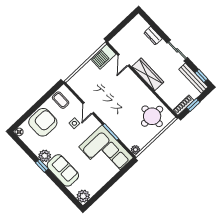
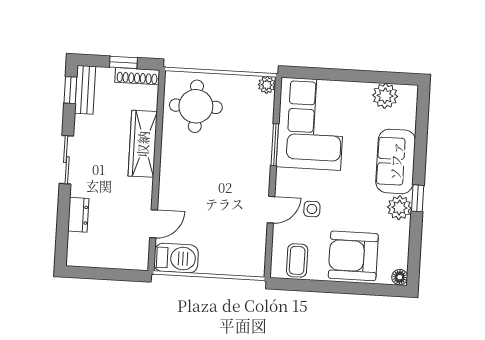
wardrobe: (148, 74) -> (143, 144), moved
bench: (193, 78) -> (85, 90), width x0.73
plant: (83, 196) -> (385, 96), moved

